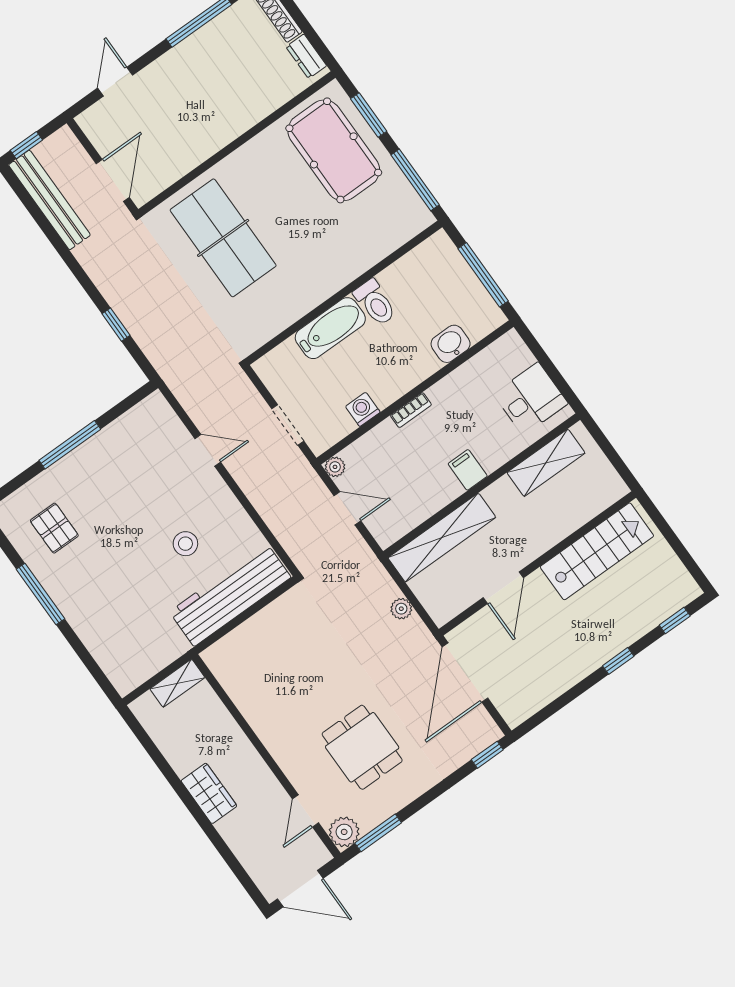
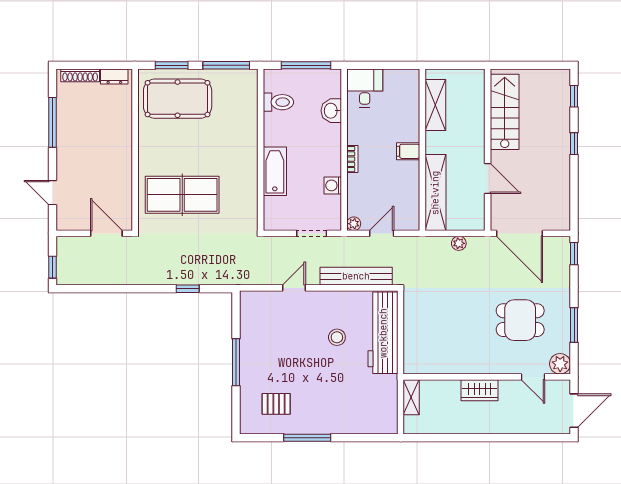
bench: (49, 200) -> (356, 276), moved
toilet: (375, 302) -> (278, 102), moved
desk: (531, 399) -> (365, 88), moved
wardrobe: (209, 793) -> (480, 390), moved, turned 180
window: (378, 833) -> (574, 325), moved

